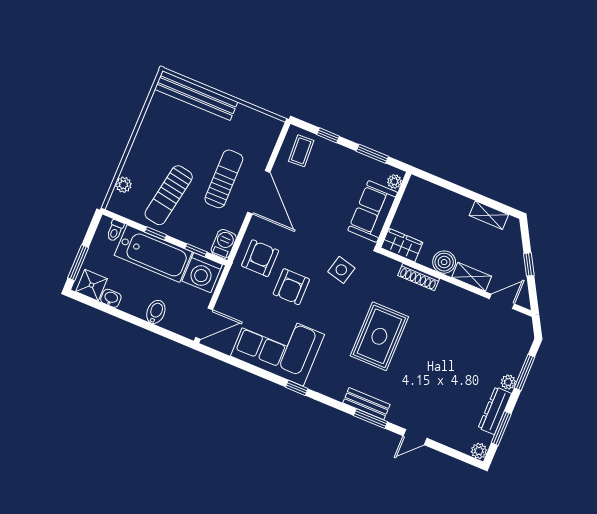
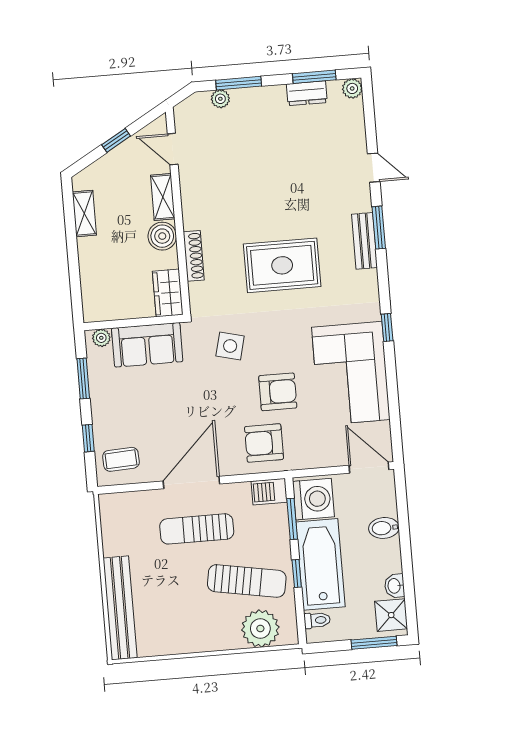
plant: (123, 185) -> (260, 629), width x1.87, depth x1.87
window: (196, 250) -> (292, 519), width x1.50
plant: (508, 382) -> (220, 99), moved
dresser: (495, 411) -> (307, 93), width x0.70

